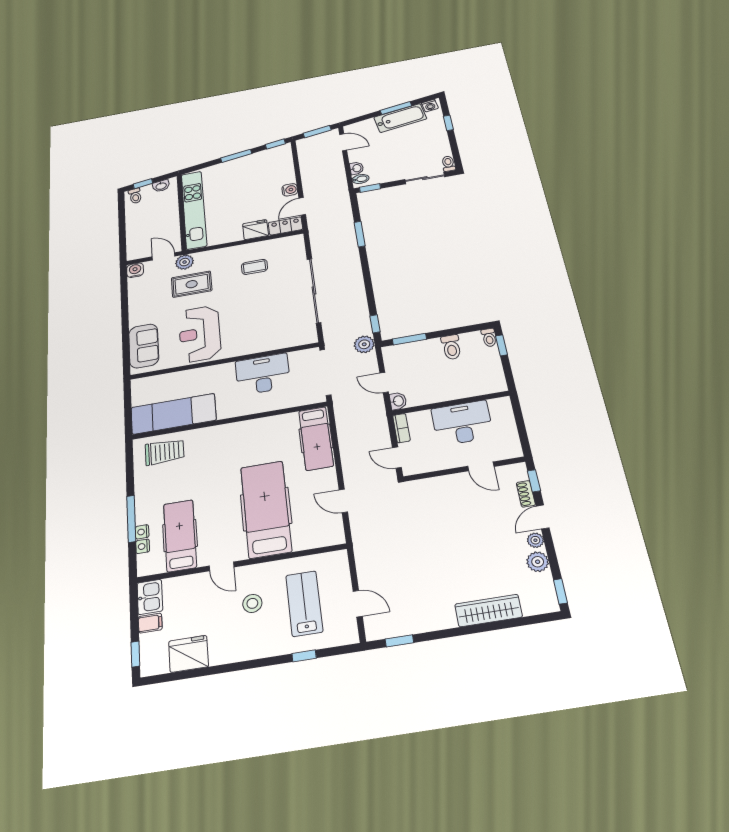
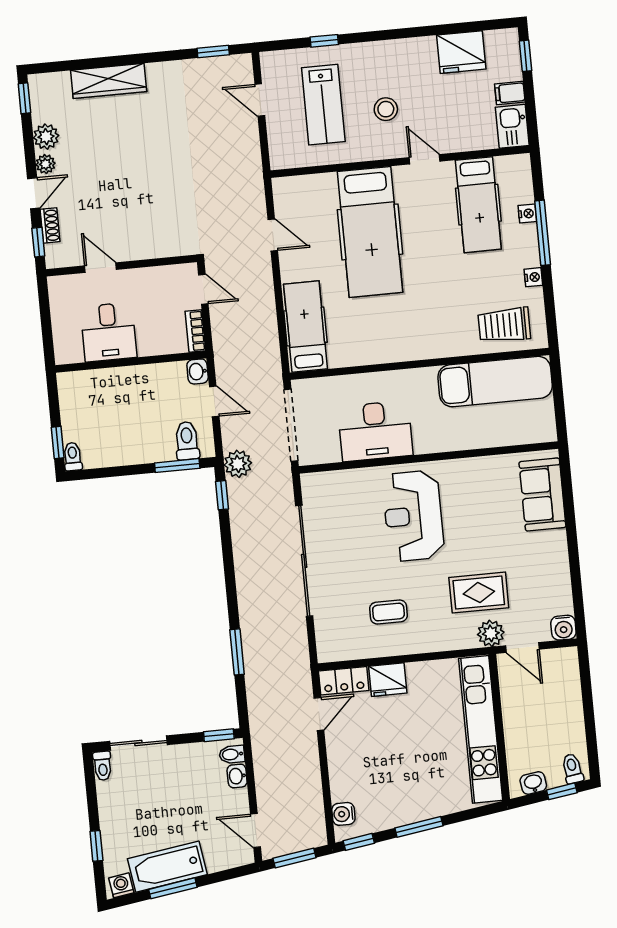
water cooler: (290, 190) -> (343, 814), moved
reception desk: (200, 334) -> (413, 516), moved, turned 180
toilet: (451, 347) -> (187, 441), moved
desk: (462, 423) -> (109, 332), width x0.73
nightstand: (143, 546) -> (533, 277), moved

